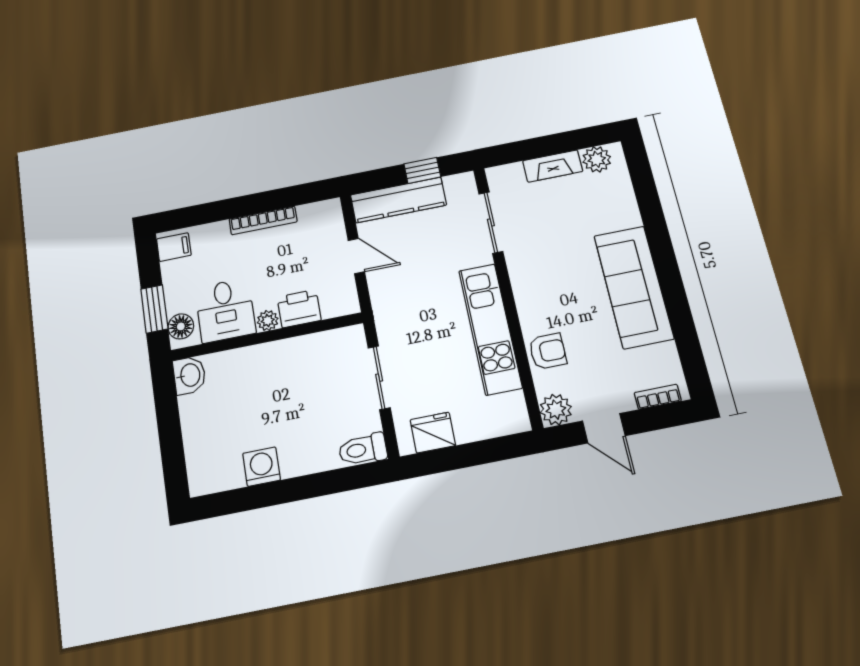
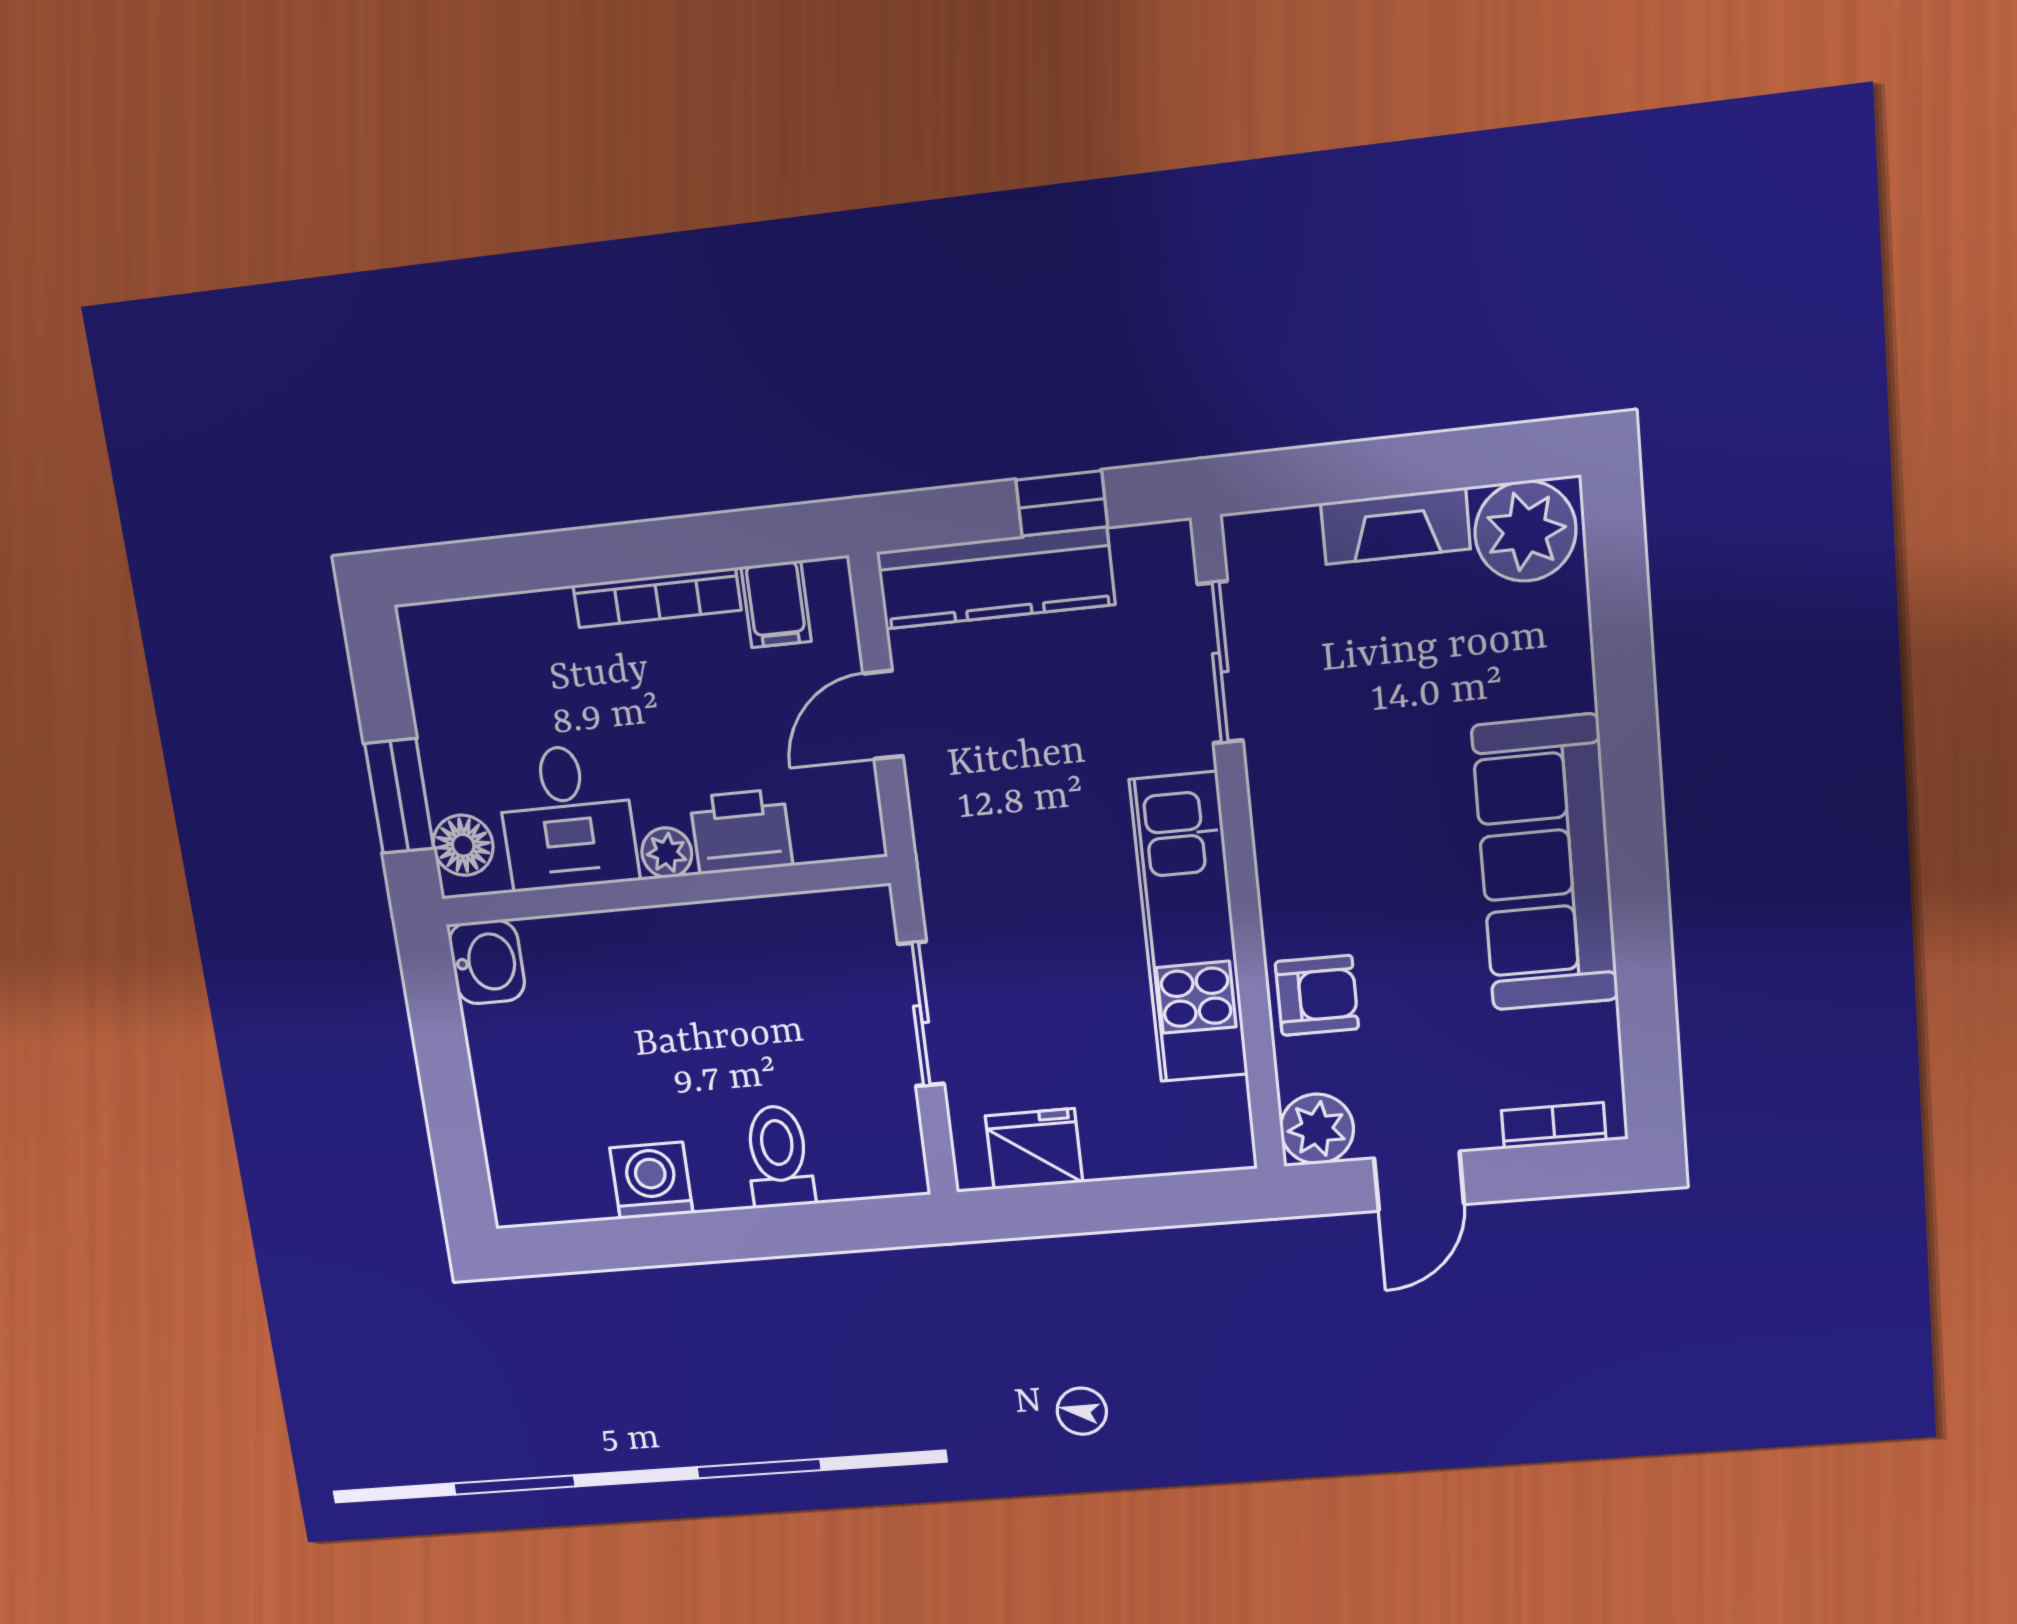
plant: (597, 159) -> (1525, 531), width x1.36, depth x1.36
filing cabinet: (174, 247) -> (776, 604), moved, turned 90
door: (356, 256) -> (883, 715), swing flipped
door: (604, 428) -> (1419, 1181), hinge flipped
toilet: (363, 449) -> (779, 1156), moved, turned 90

